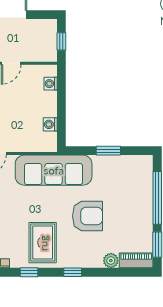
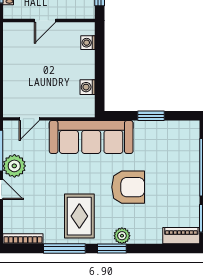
plant: (111, 261) -> (122, 236), moved
window: (29, 272) -> (64, 248), width x2.17
window: (73, 272) -> (112, 248), width x1.50

